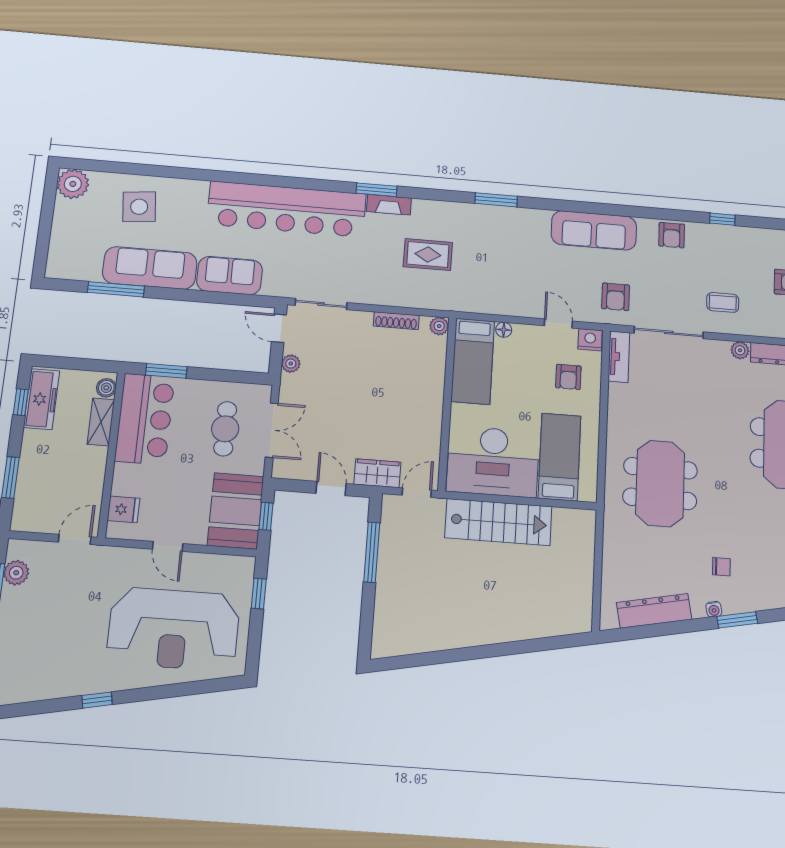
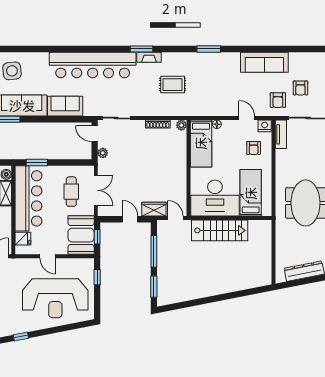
armchair: (672, 235) -> (300, 88), moved
bar counter: (145, 419) -> (28, 198), width x1.36
door: (417, 493) -> (175, 218), hinge flipped
window: (367, 620) -> (154, 287), added

